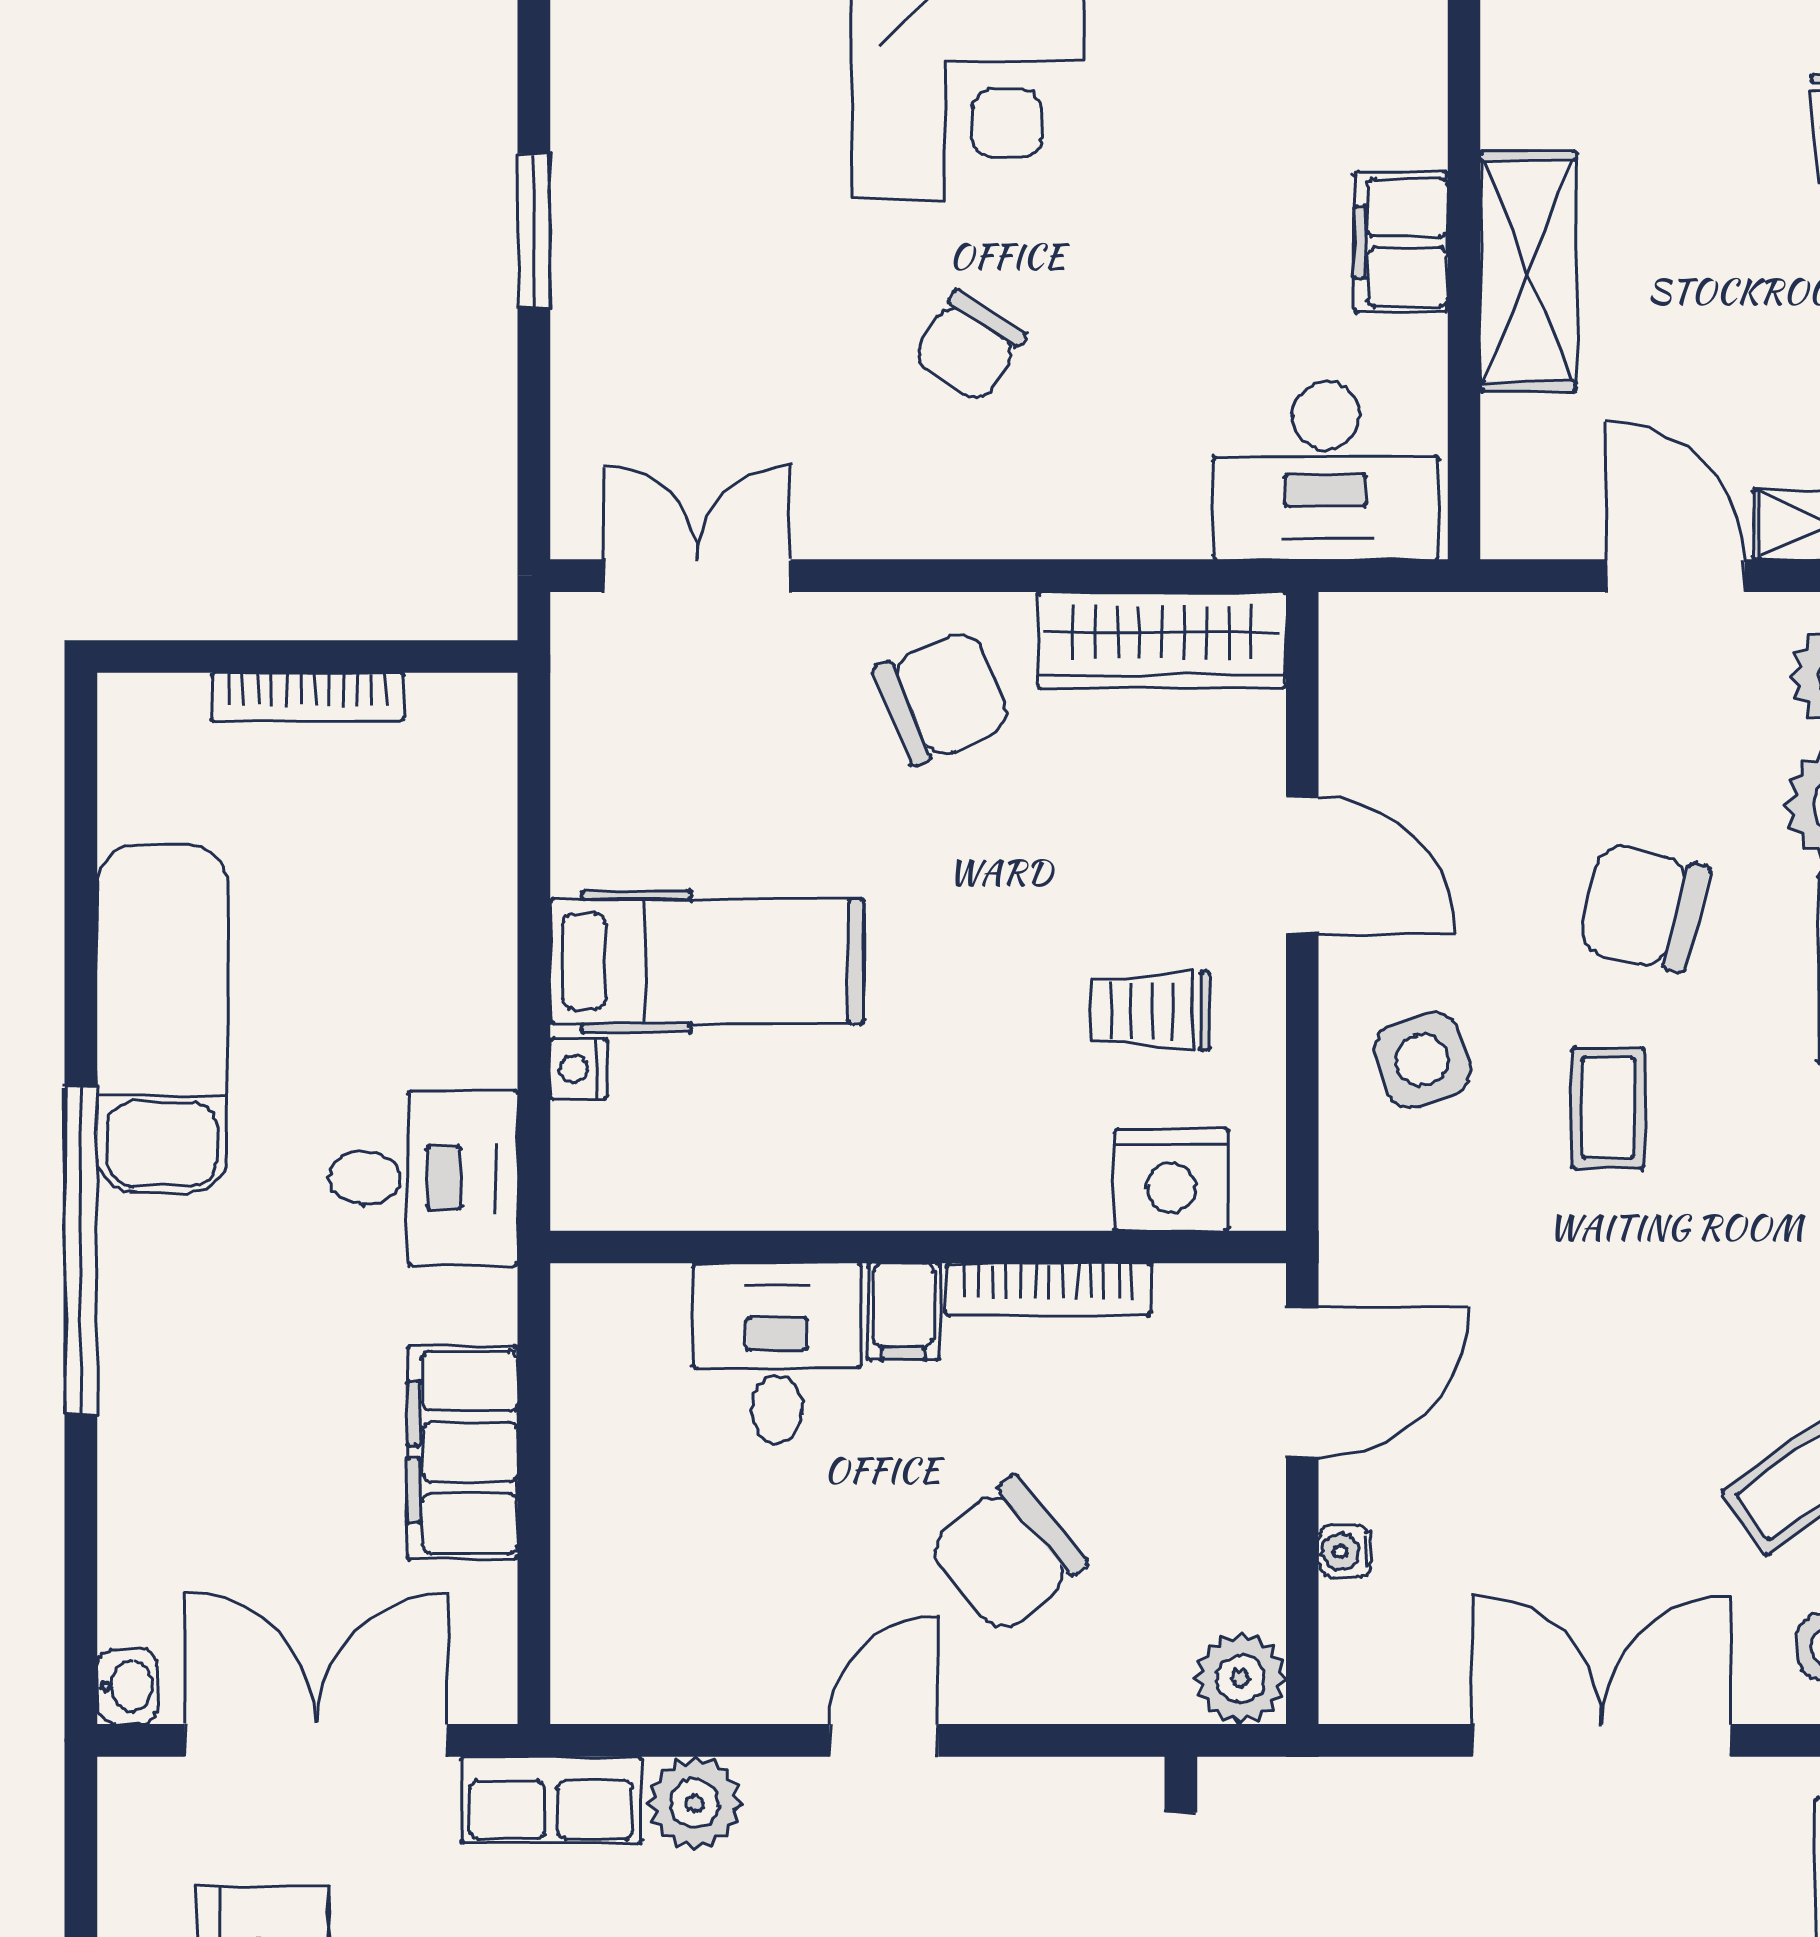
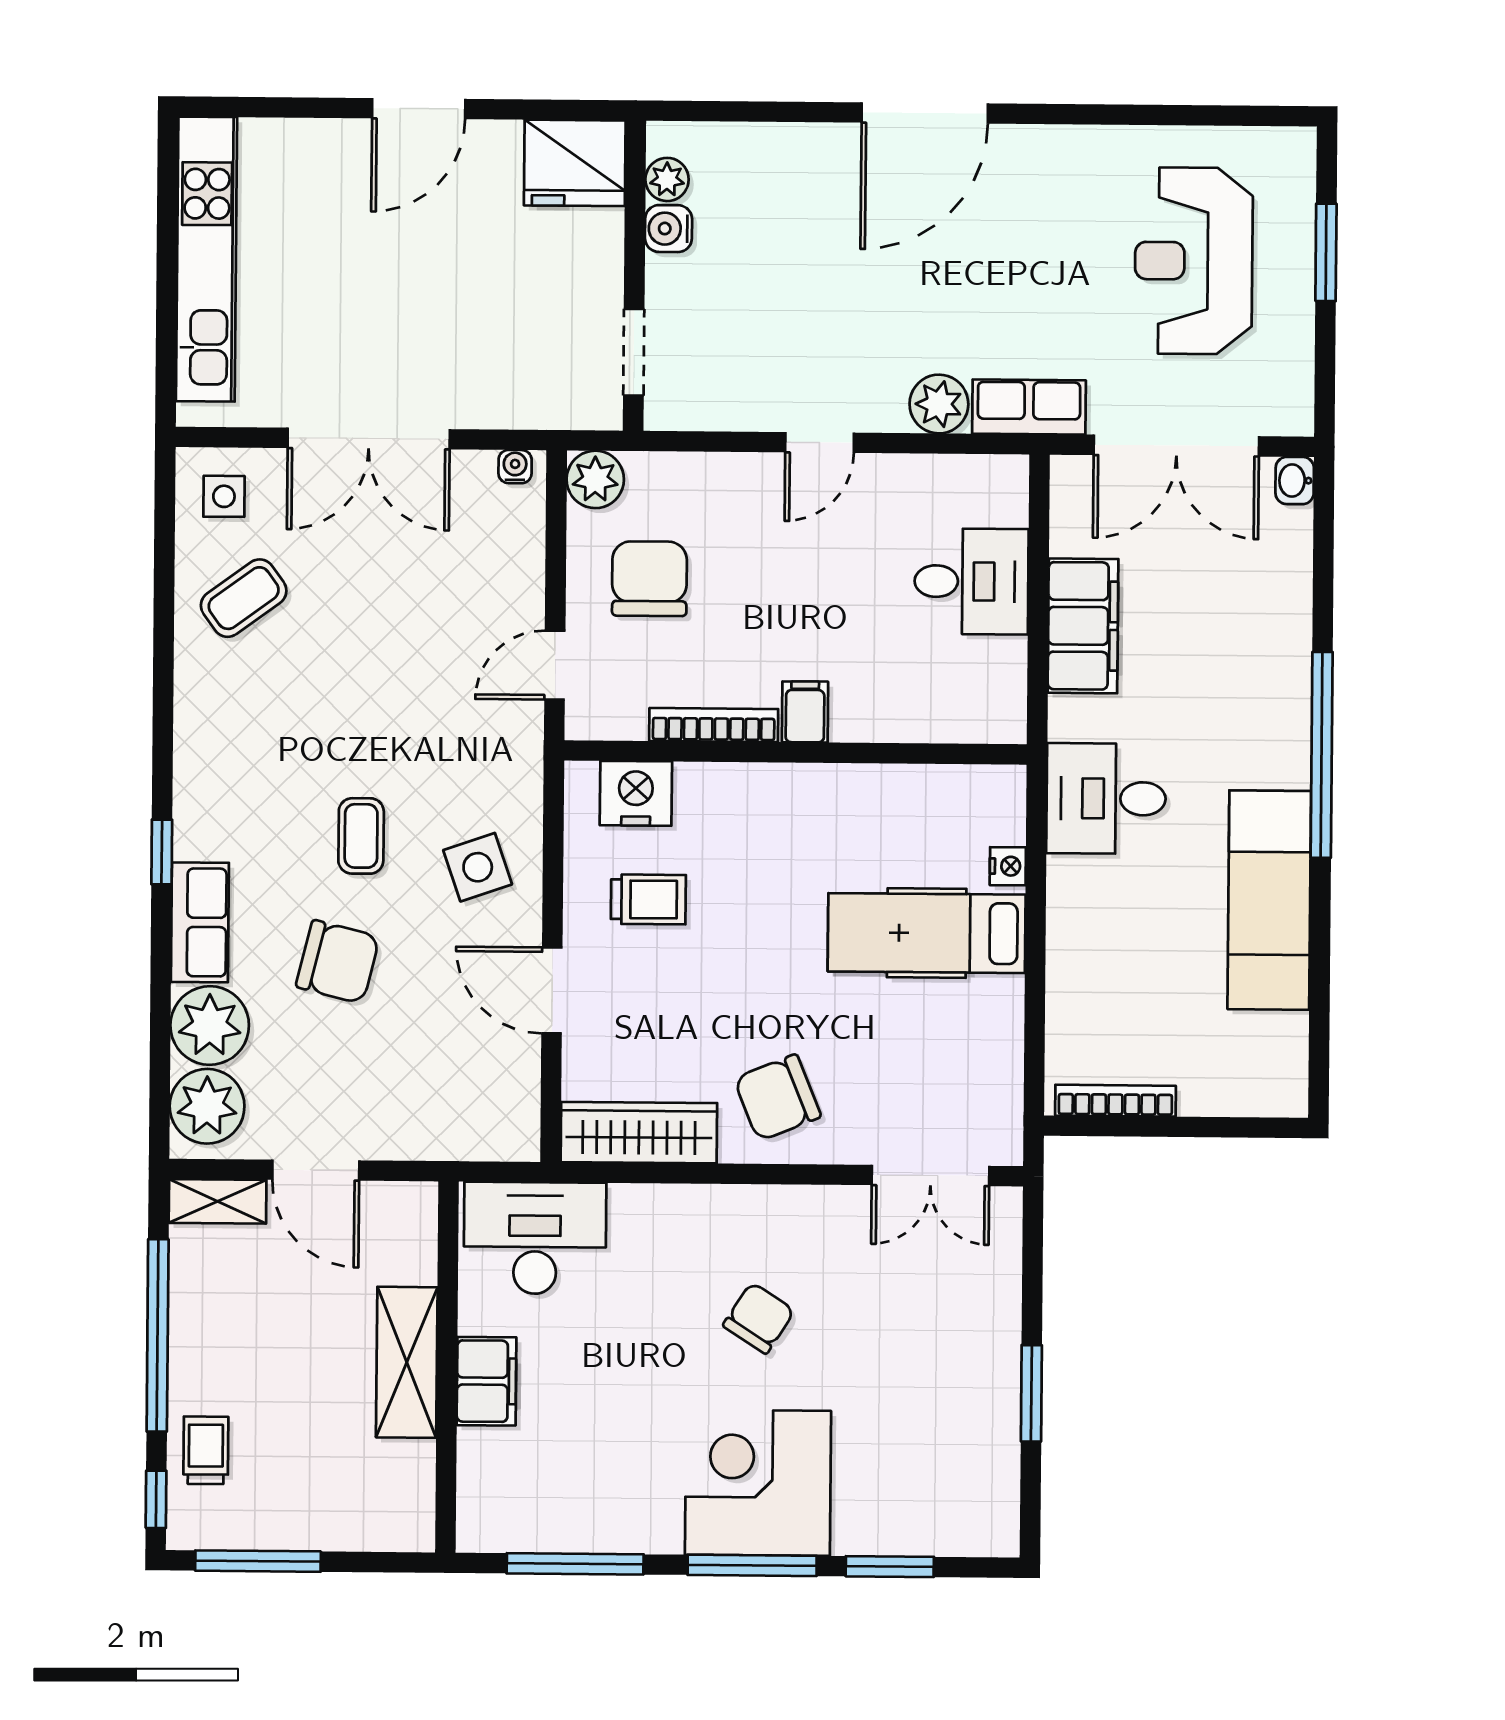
bookcase: (308, 697) -> (1115, 1101), moved
desk: (777, 1354) -> (971, 581), moved, turned -90
door: (1302, 1382) -> (555, 665), width x0.73
water cooler: (1345, 1552) -> (515, 467), moved, turned -90
chair: (1007, 1555) -> (649, 579), moved, turned -50

